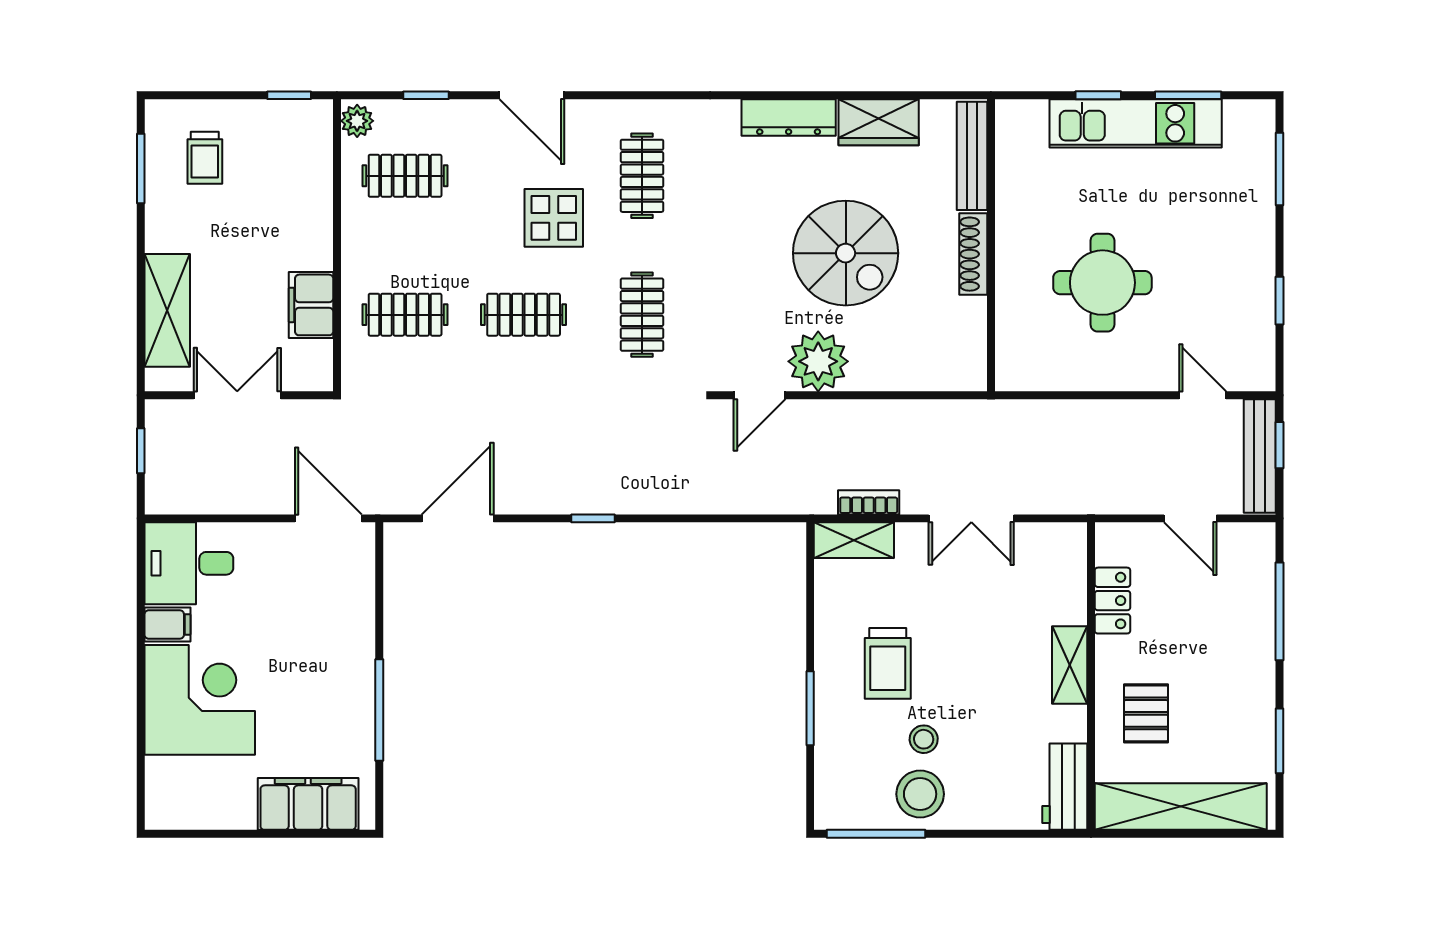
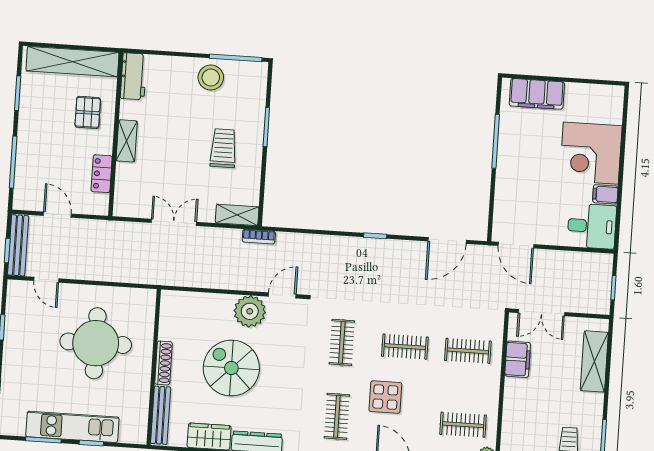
round table: (1102, 283) -> (96, 343), width x1.36, depth x1.36
double door: (237, 395) -> (541, 313), moved
bookcase: (869, 502) -> (259, 237), moved
stool: (924, 739) -> (207, 107), removed

